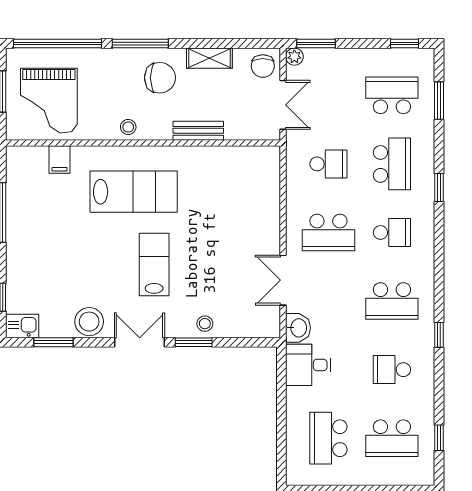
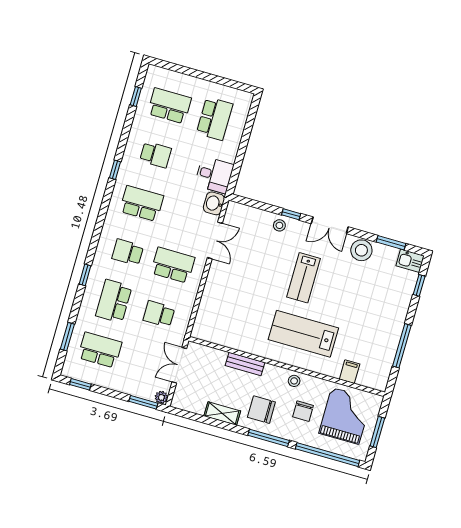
chair: (263, 66) -> (303, 411), moved, turned 180
school desk: (392, 95) -> (100, 350), turned 180
window: (194, 342) -> (291, 214), width x0.67

